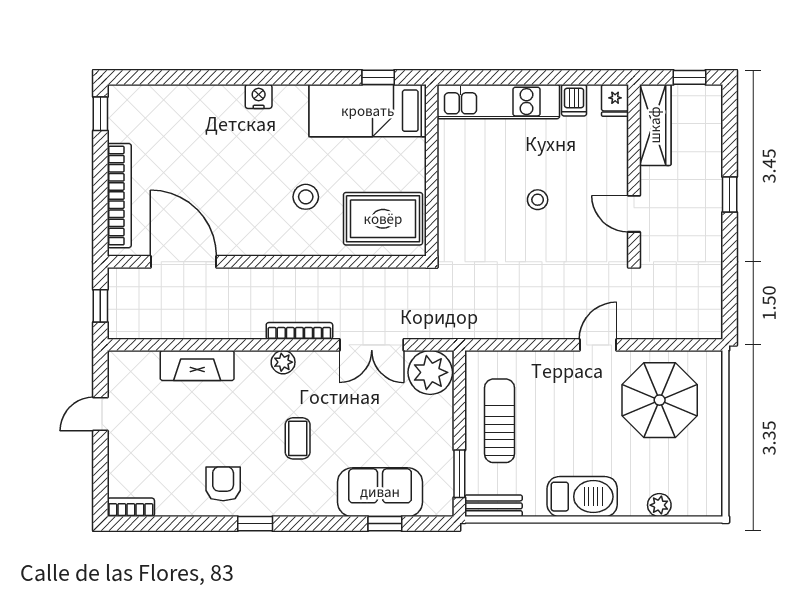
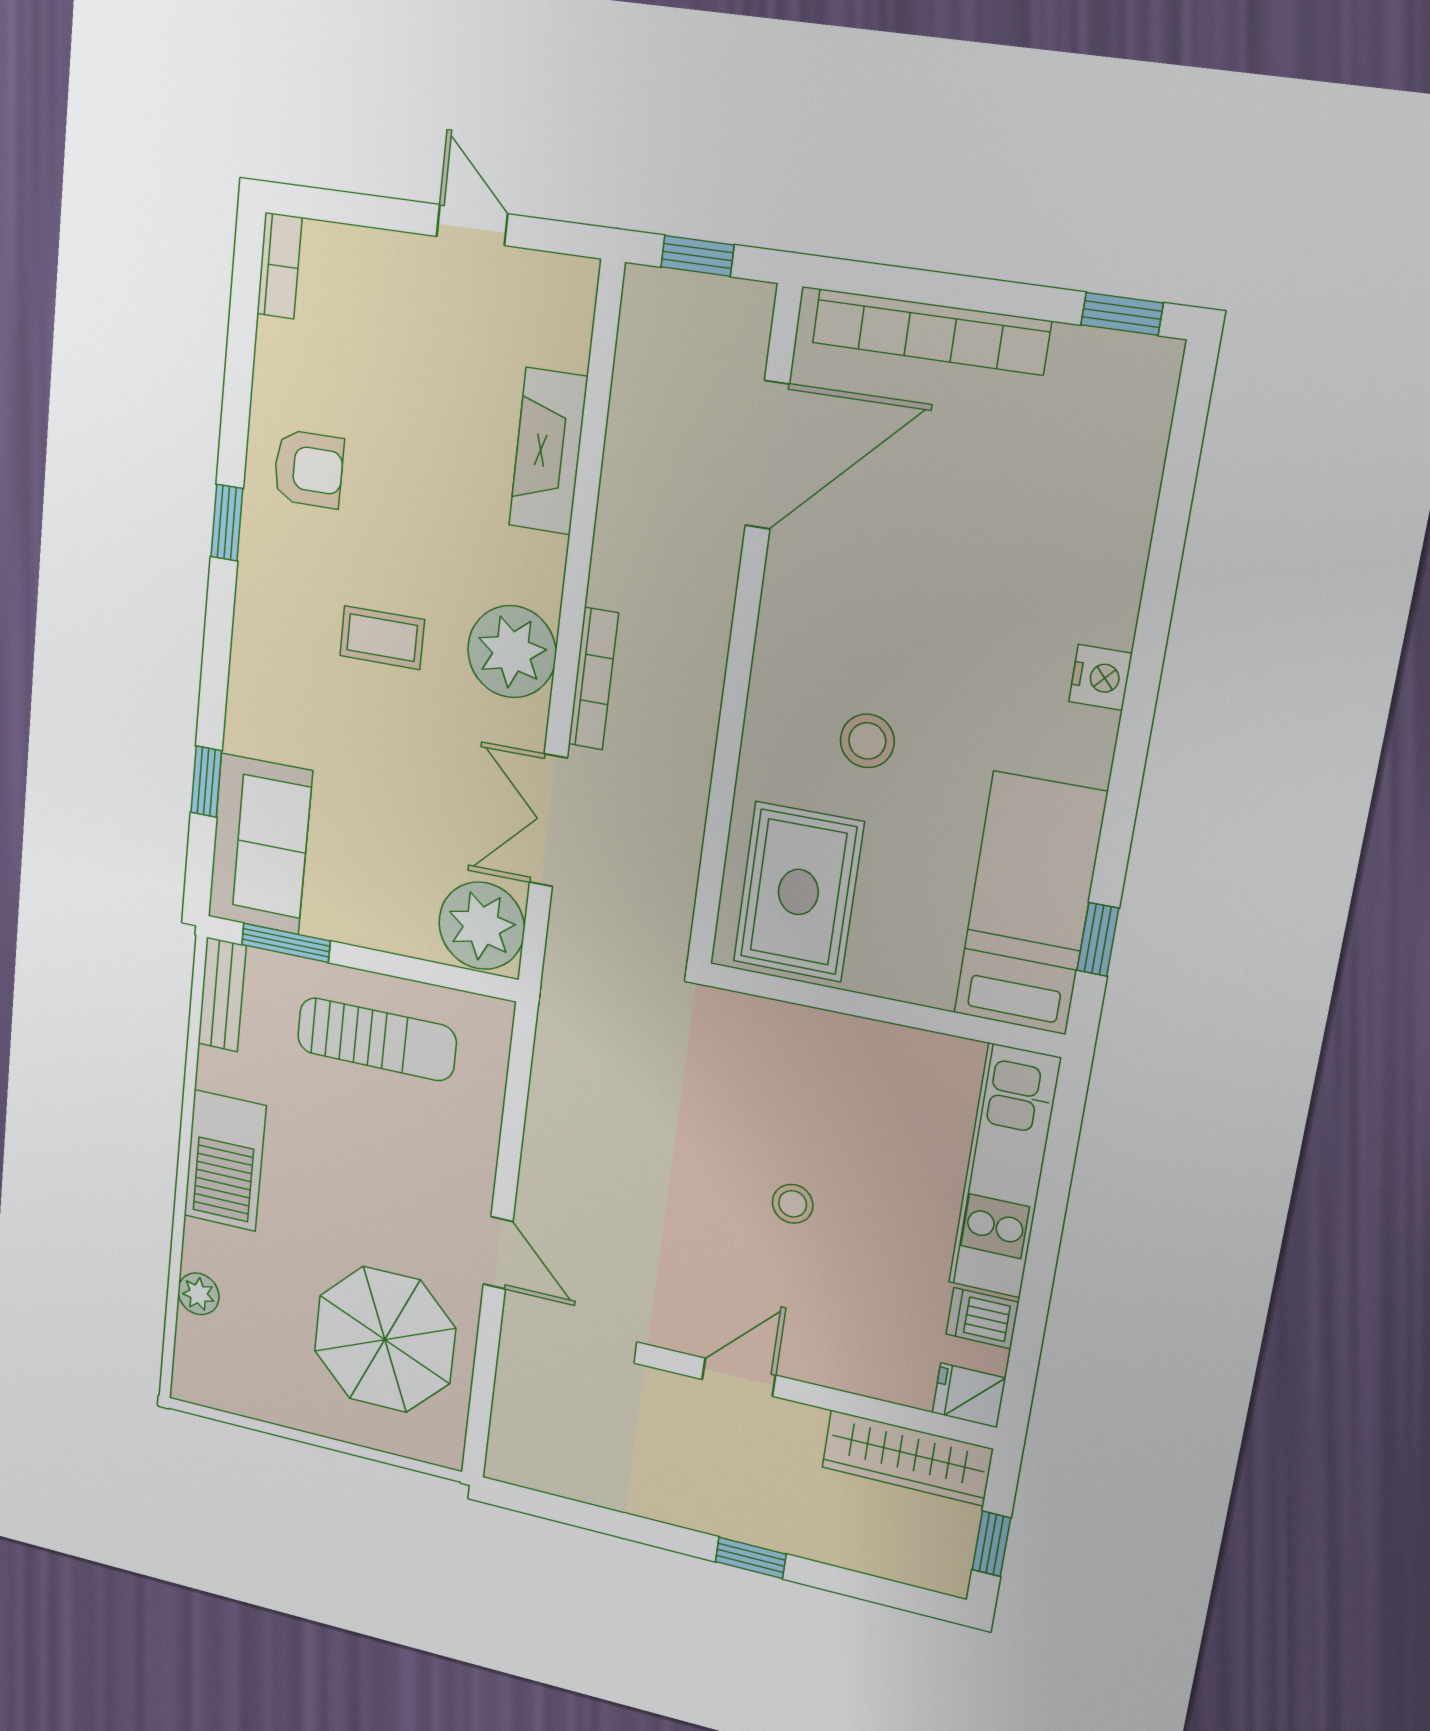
plant: (283, 362) -> (512, 652), width x1.87, depth x1.87
sofa: (380, 492) -> (260, 844), moved

